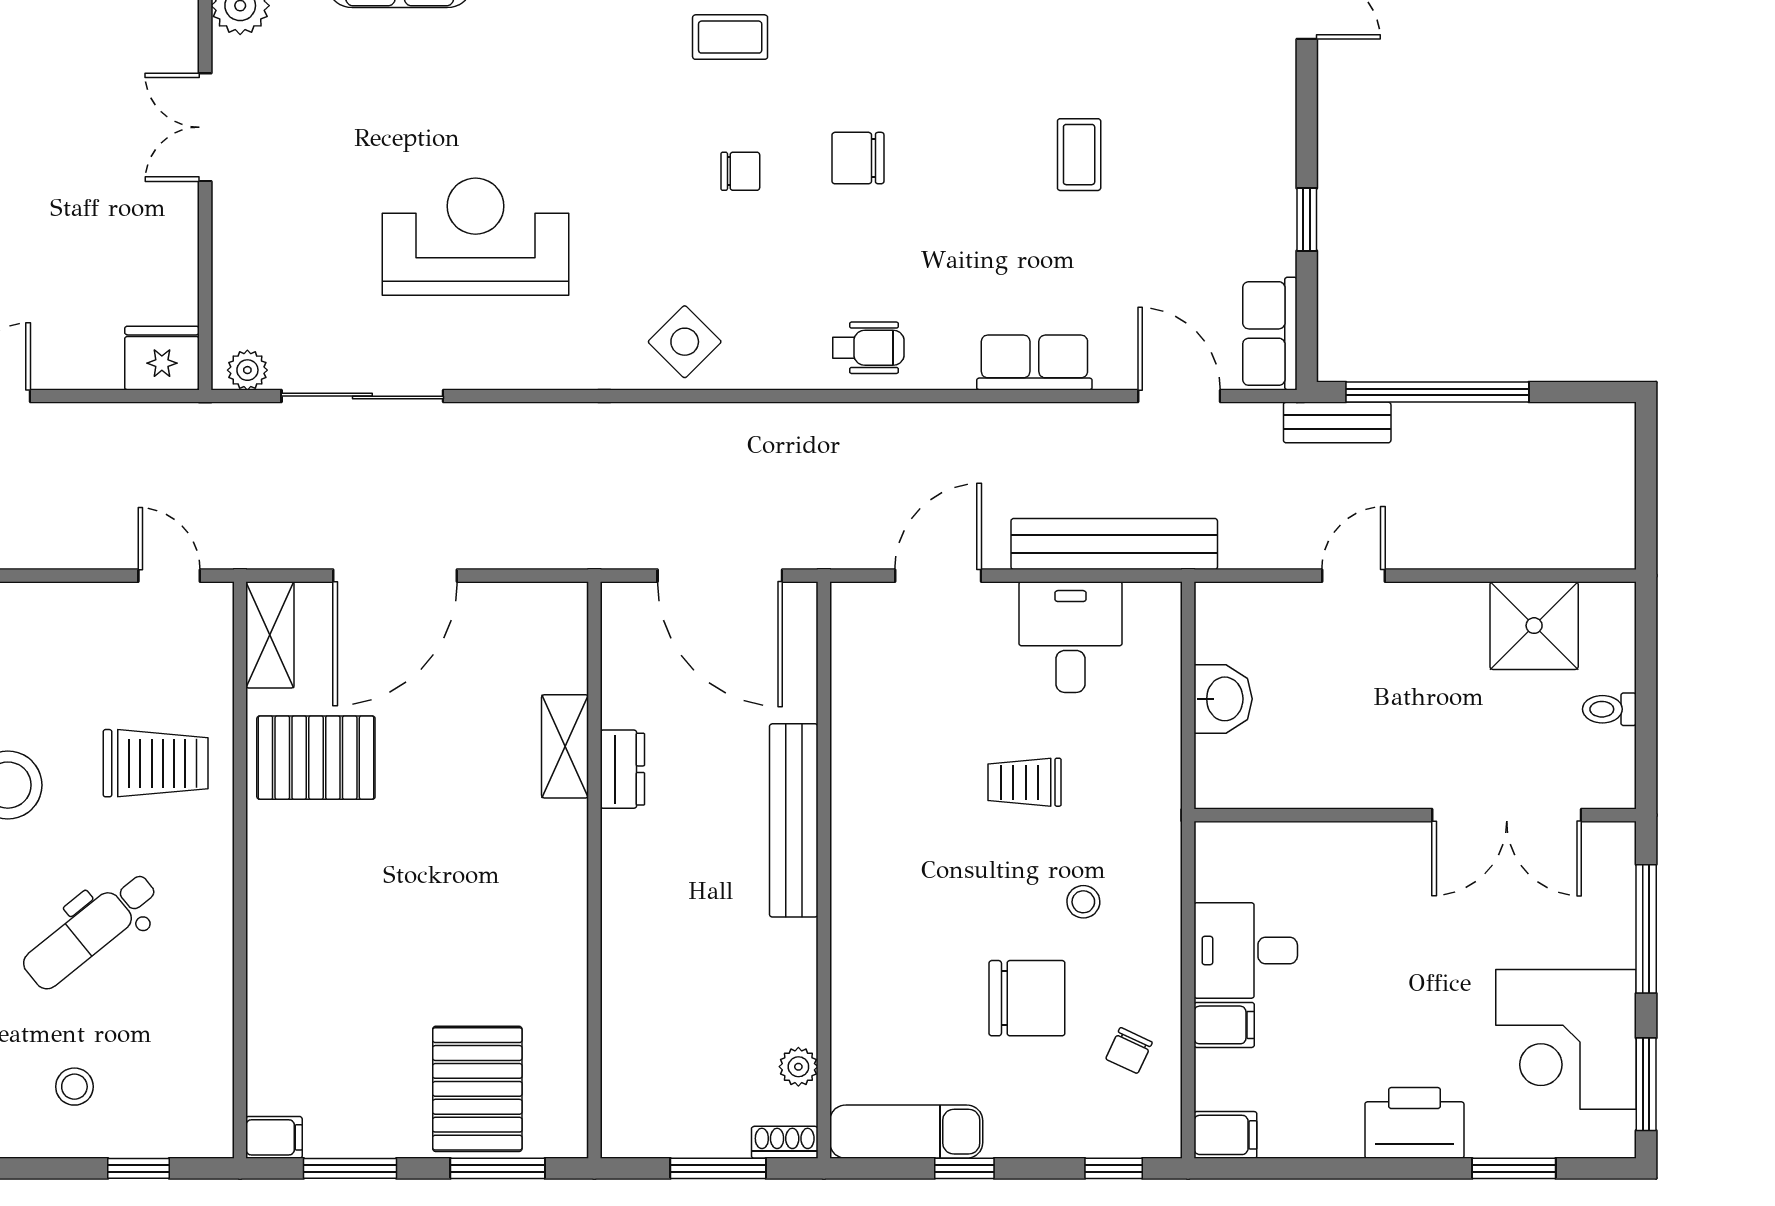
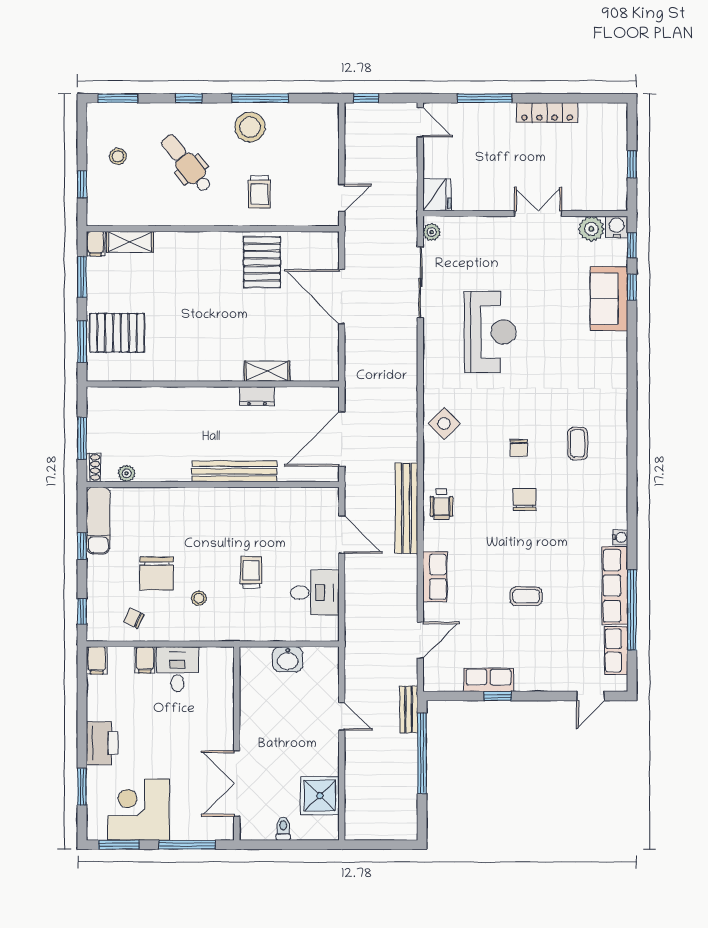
row of seats: (1270, 334) -> (489, 680), moved
bench: (1114, 544) -> (407, 508), moved
shelving: (270, 635) -> (130, 242), moved
trolley: (156, 763) -> (260, 192), width x0.73, depth x0.72

